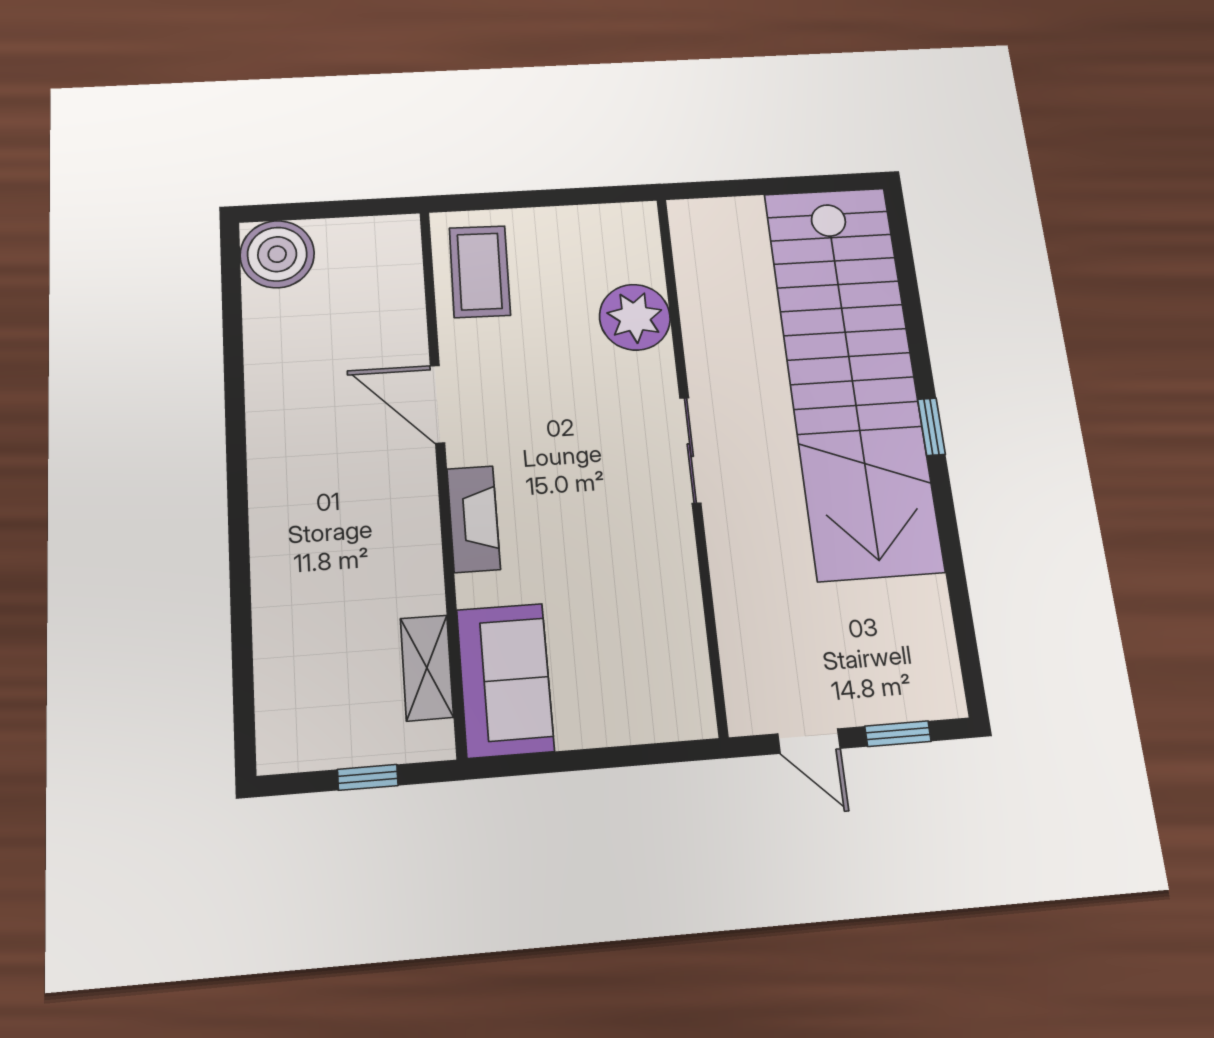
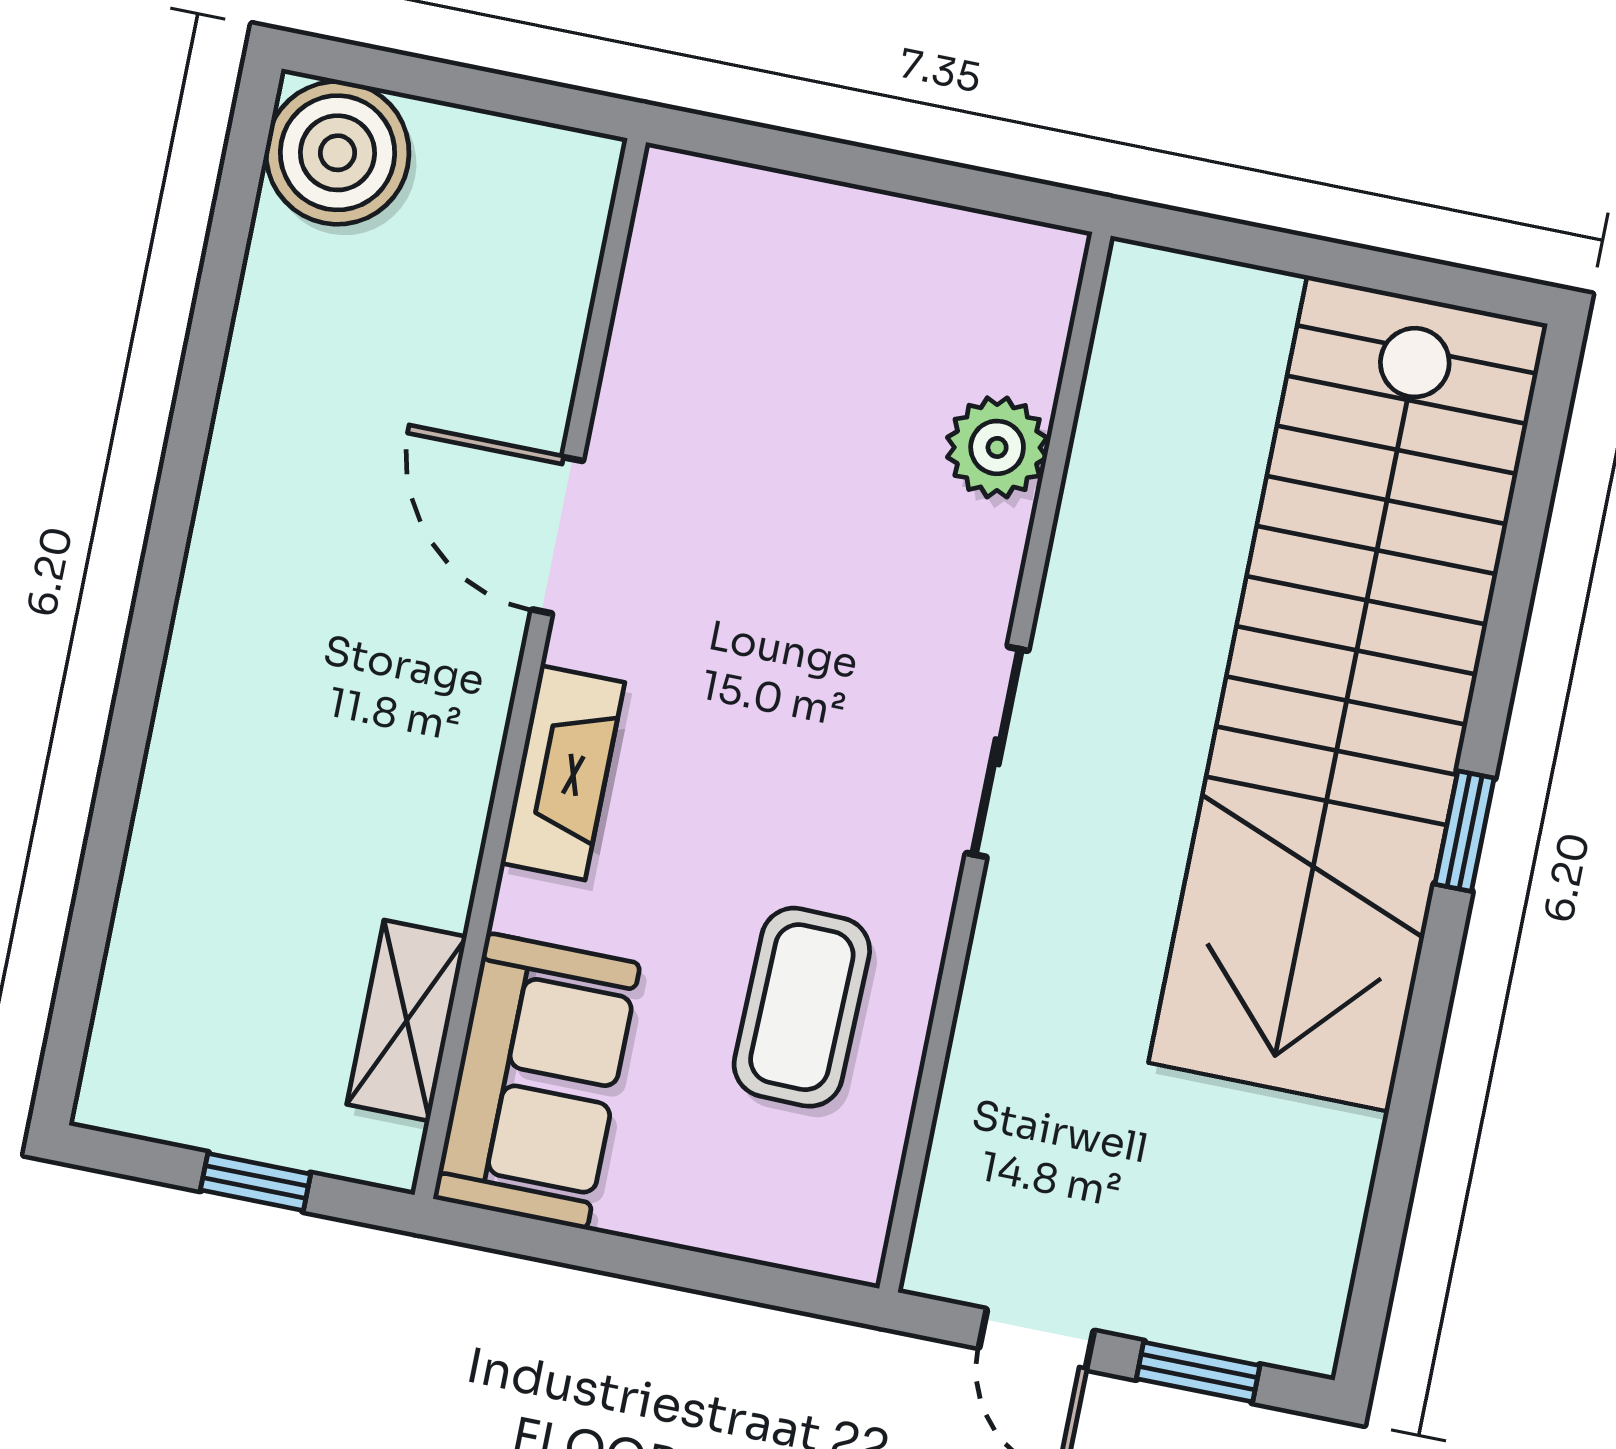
coffee table: (480, 271) -> (802, 1007), moved
plant: (635, 317) -> (997, 447), width x0.73, depth x0.73

